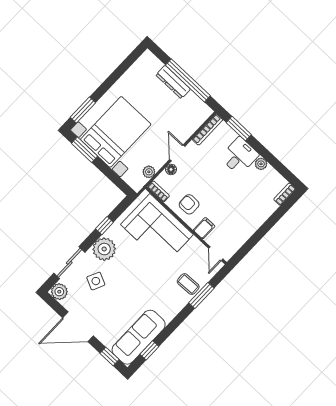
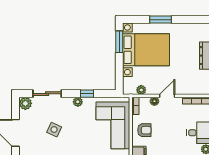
window: (83, 110) -> (161, 20), moved
armchair: (189, 204) -> (144, 130), turned 90
plant: (104, 249) -> (78, 102), width x0.53, depth x0.53
side table: (96, 281) -> (54, 130), moved

